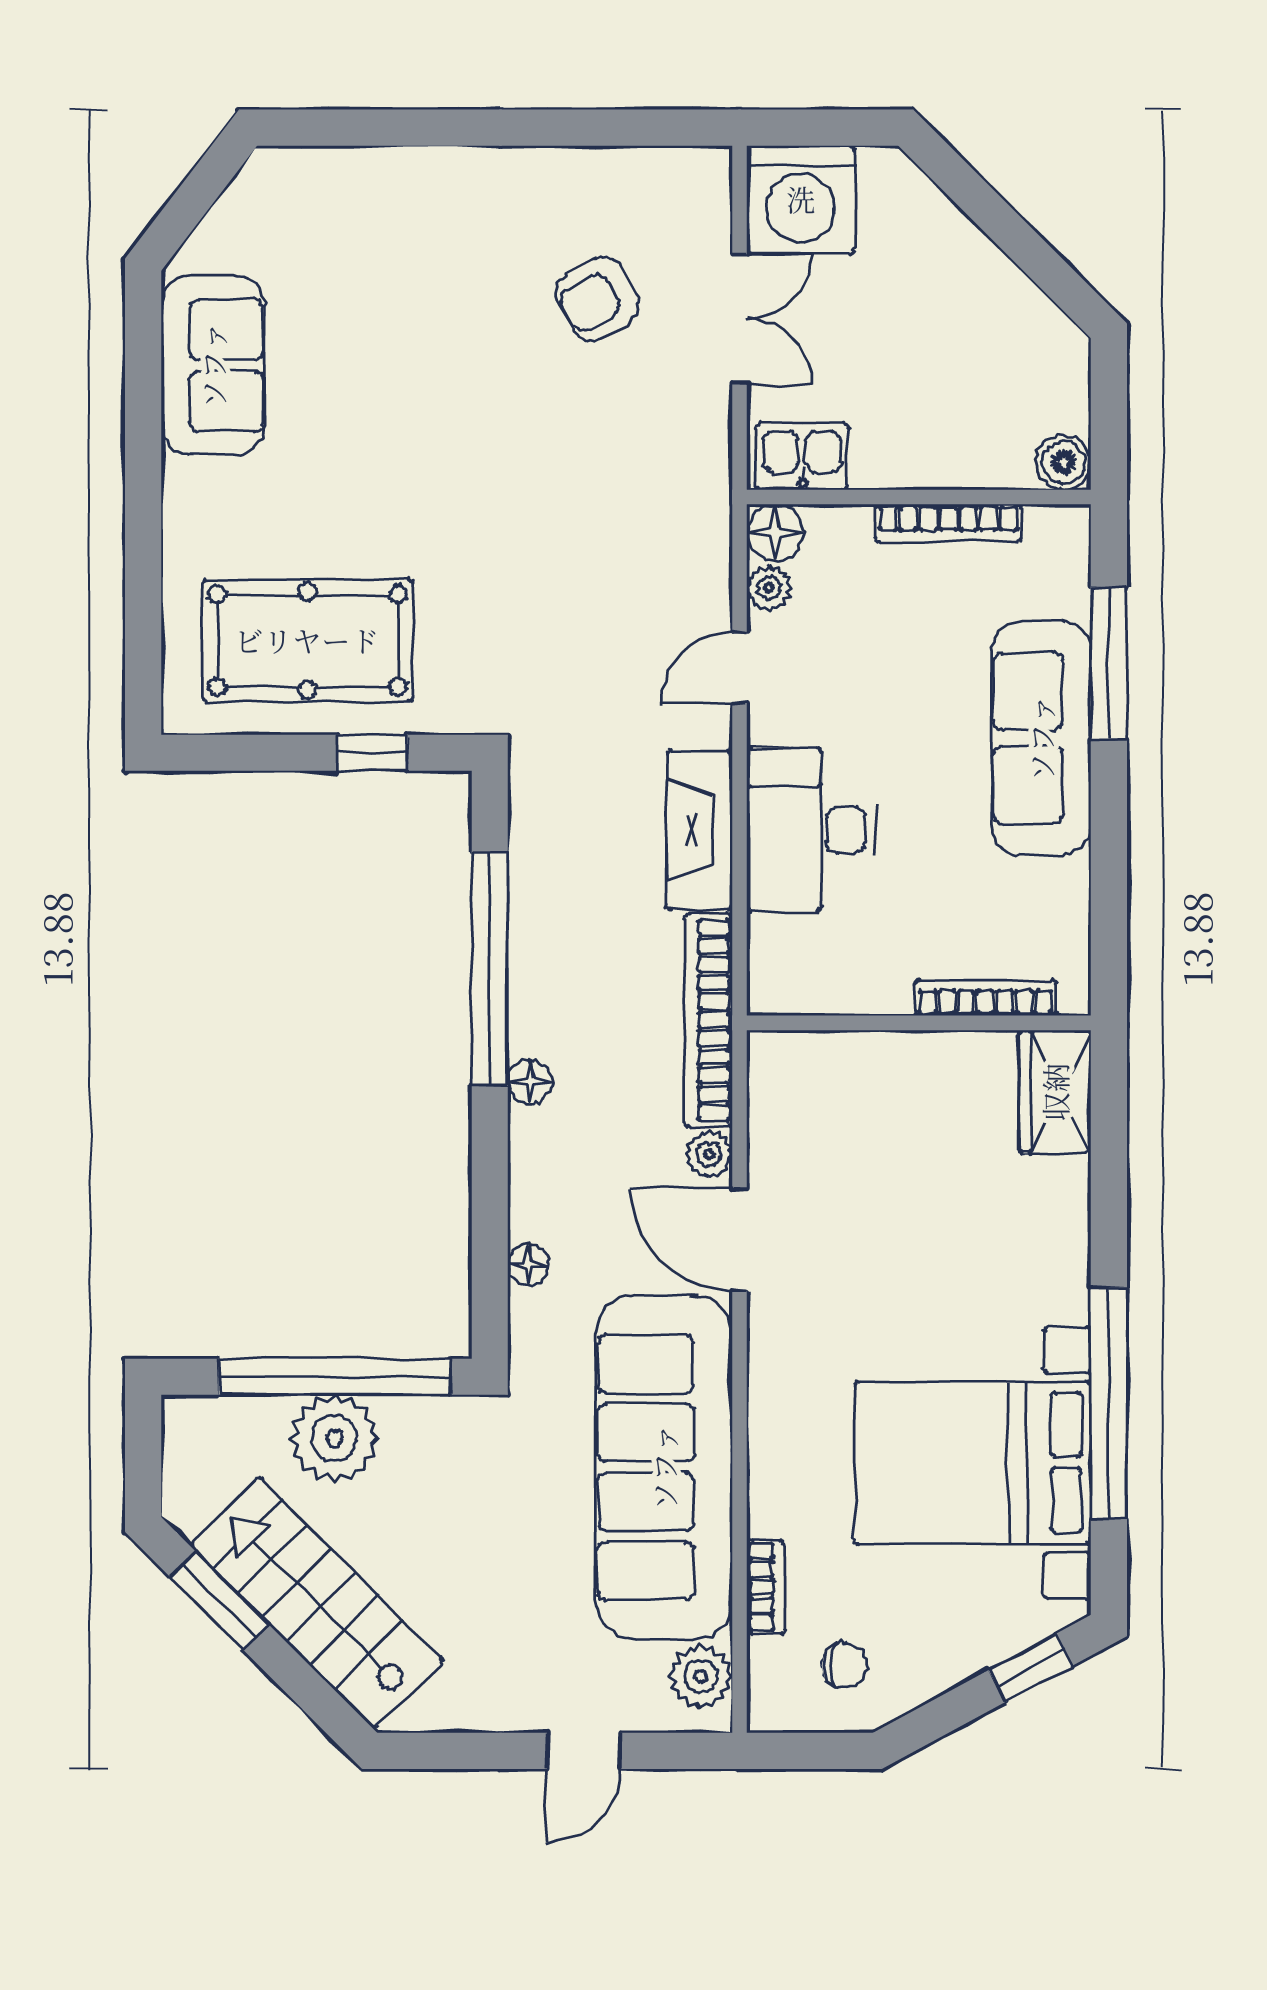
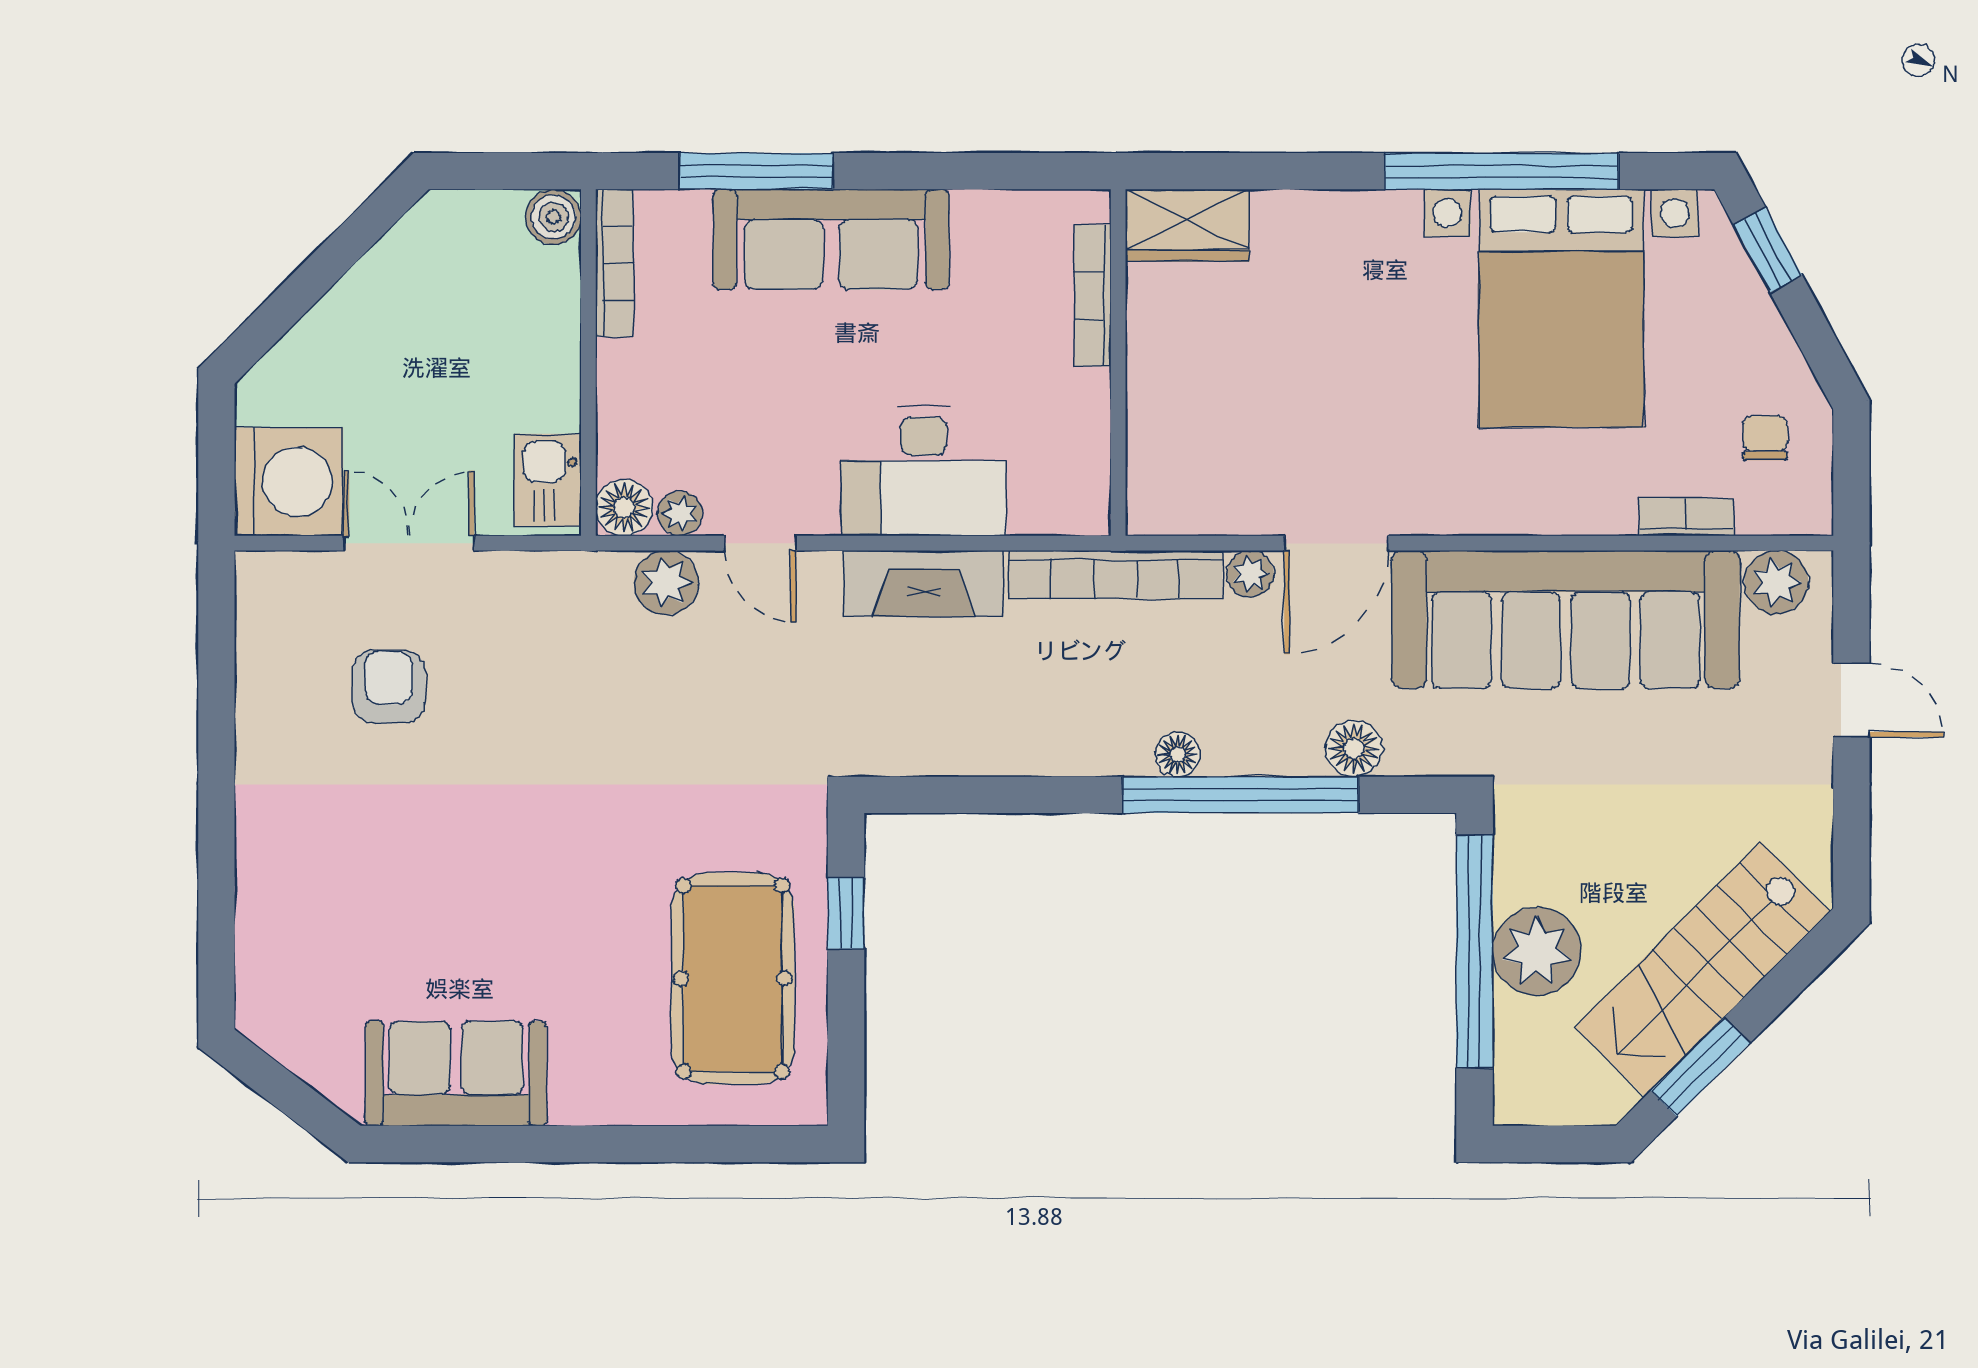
armchair: (597, 299) -> (389, 687), turned -152
bookcase: (948, 523) -> (615, 263), moved
plant: (700, 574) -> (666, 583), added
window: (490, 969) -> (1241, 795), moved
floor lamp: (528, 1264) -> (1354, 749), width x1.37, depth x1.37

